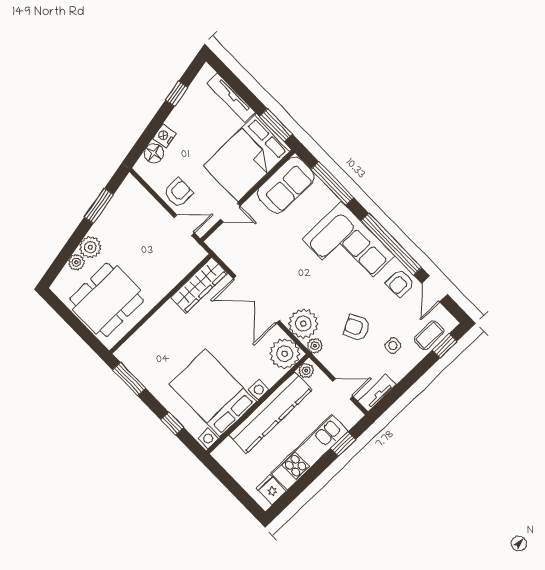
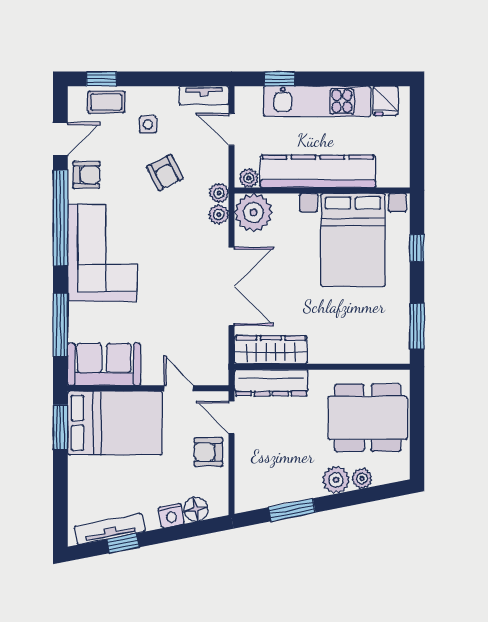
tv unit: (231, 98) -> (110, 529), moved, turned -101
dresser: (181, 267) -> (271, 383), added
plant: (303, 324) -> (219, 215), width x0.53, depth x0.53

